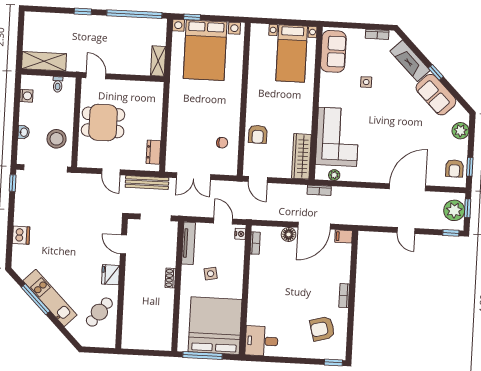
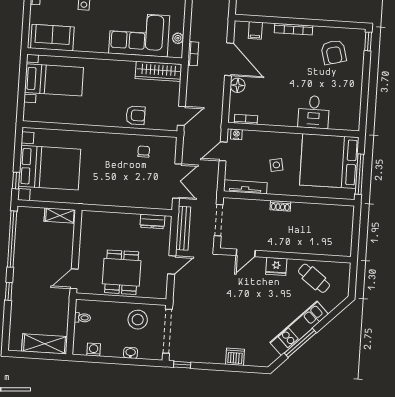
shelving: (44, 61) -> (45, 344), moved, turned 90
filing cabinet: (344, 236) -> (255, 30), moved
bookcase: (344, 296) -> (294, 29), width x1.56
desk: (261, 341) -> (314, 112), moved

